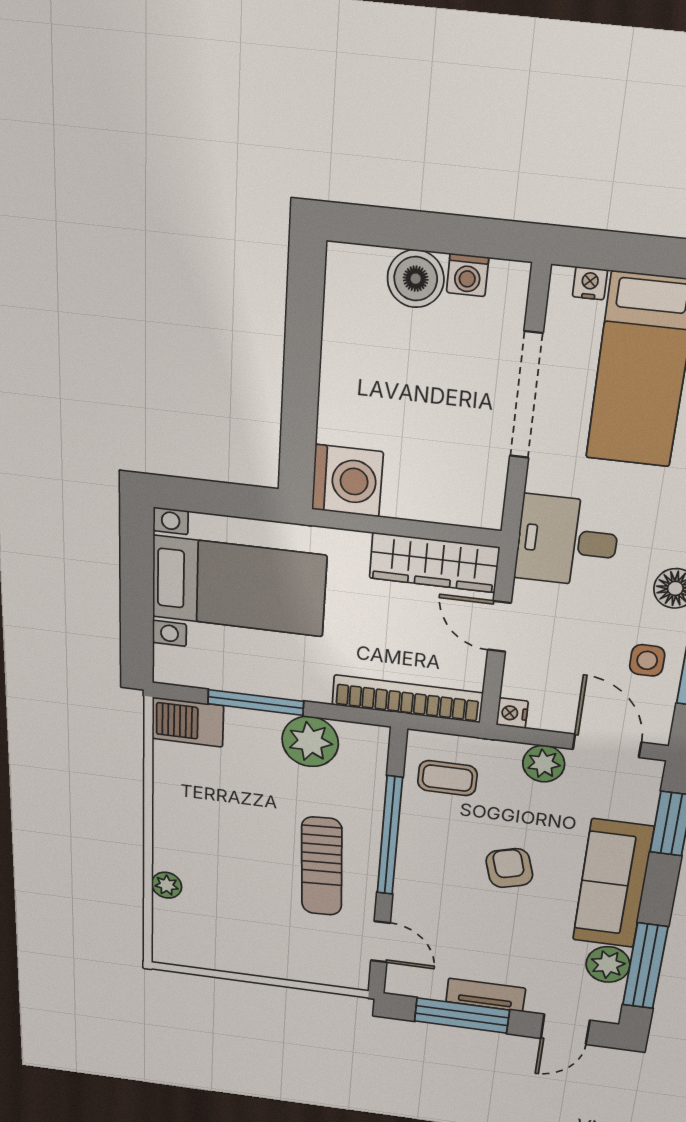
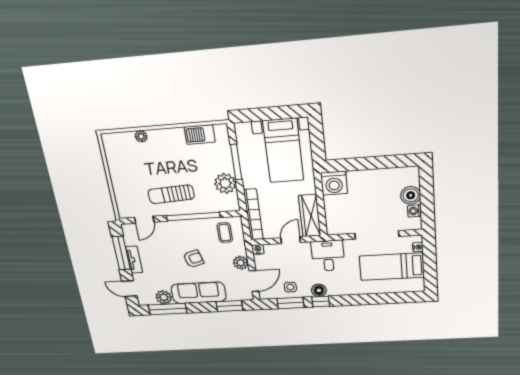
barbecue: (188, 722) -> (200, 135), moved, turned -90

